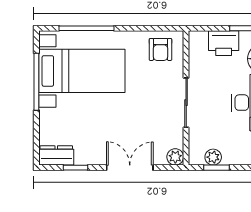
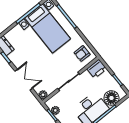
printer: (224, 43) -> (97, 69), moved, turned -90

